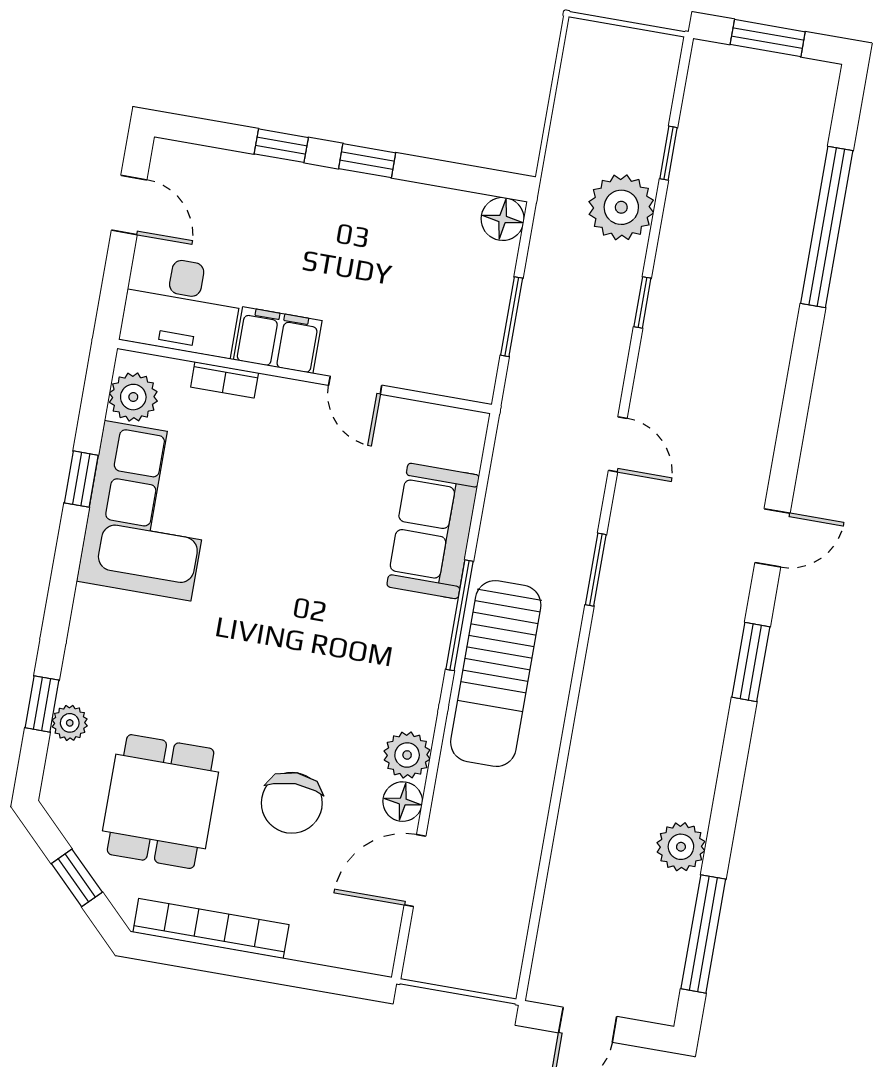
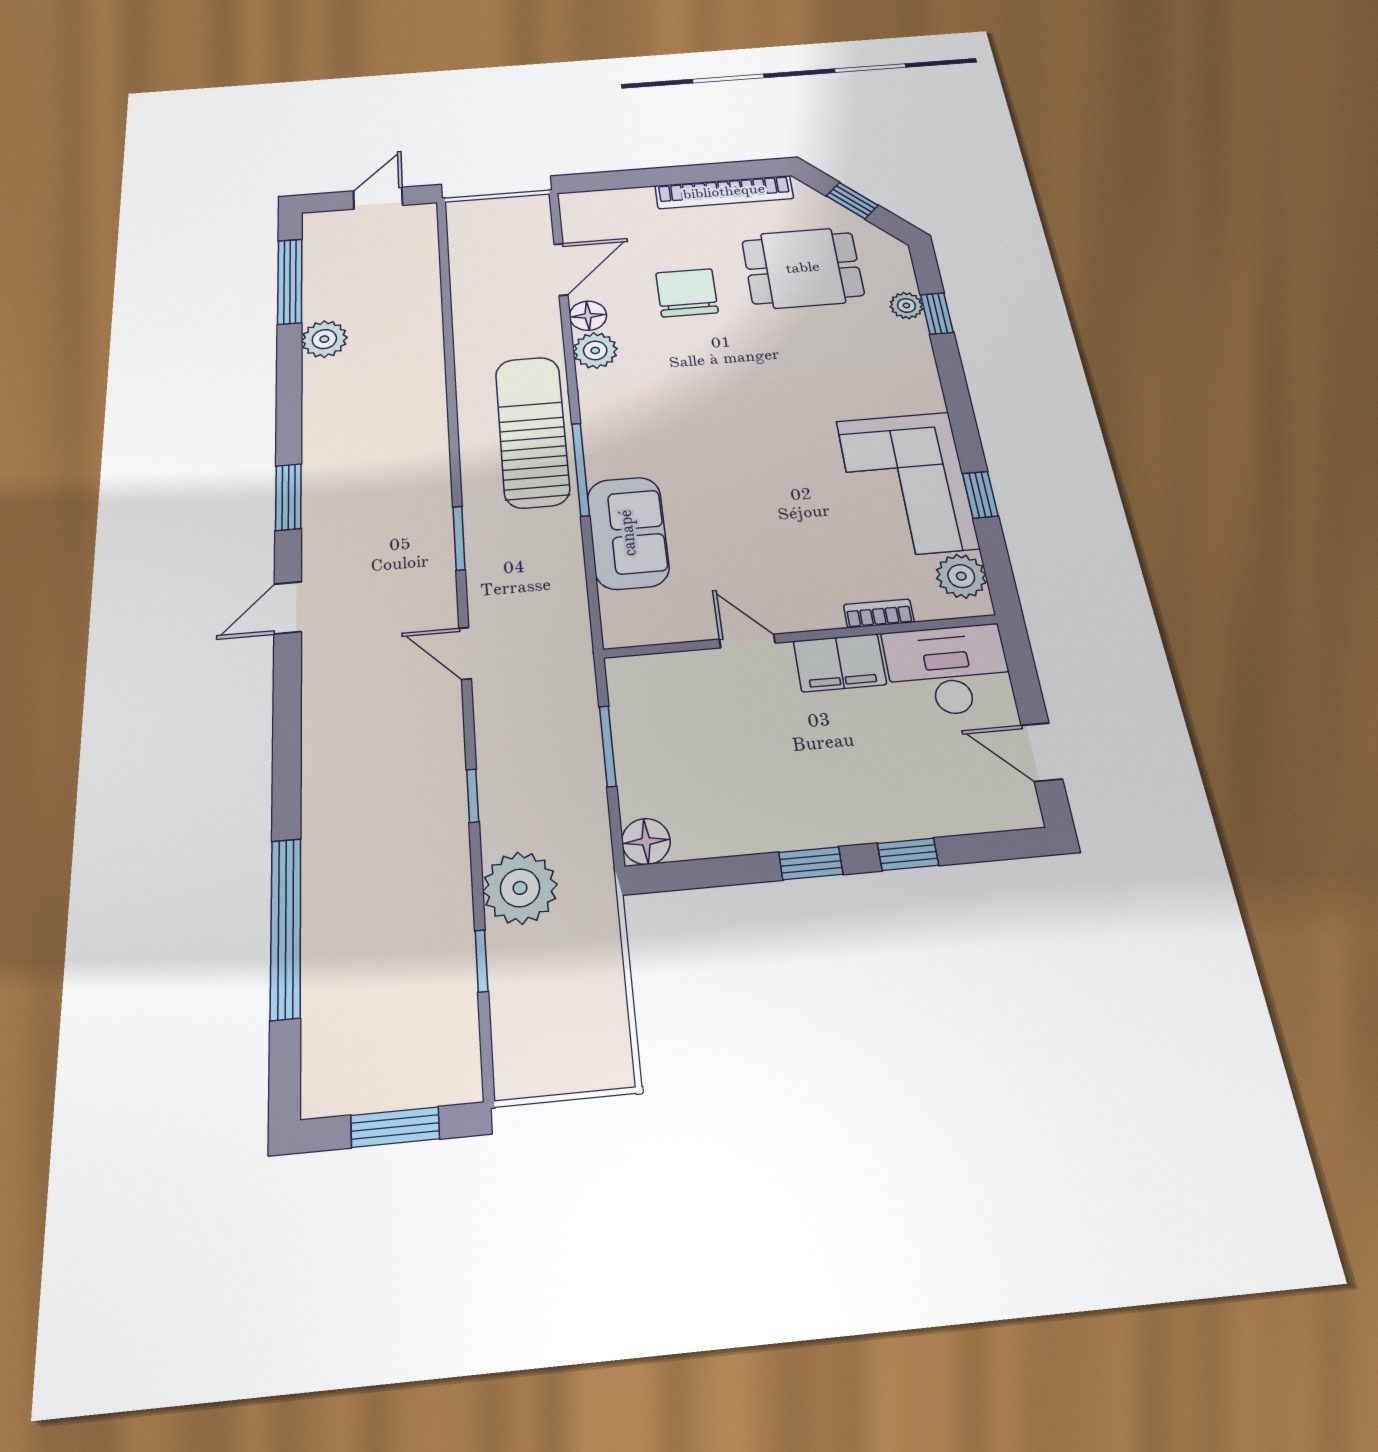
dining table: (161, 802) -> (803, 268), turned 90

